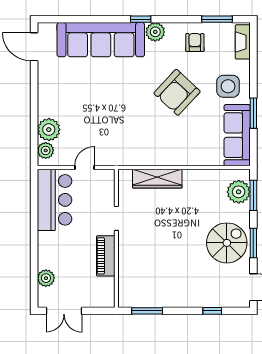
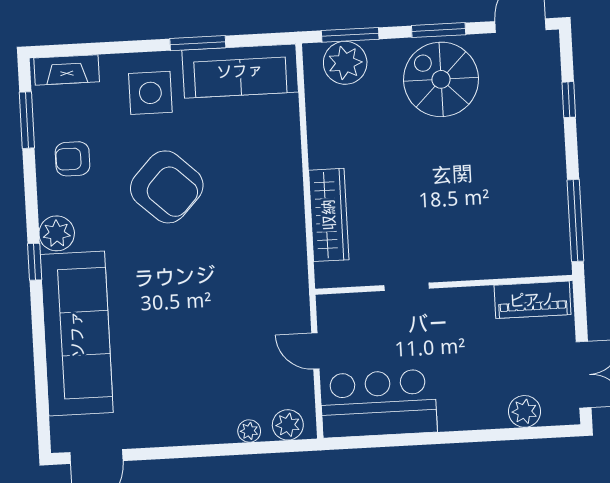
plant: (49, 130) -> (249, 431), width x0.53, depth x0.53
piano: (106, 256) -> (532, 300), moved
window: (147, 311) -> (575, 220), width x1.44

